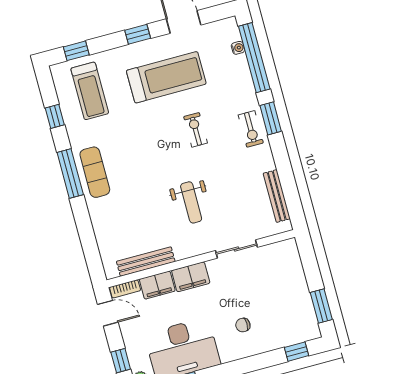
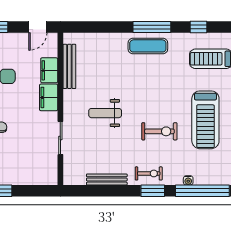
water cooler: (238, 48) -> (188, 180), moved
exercise bike: (251, 129) -> (149, 173), turned 180
exercise bike: (196, 130) -> (159, 131), width x1.38, depth x1.39
bench: (277, 196) -> (107, 179), moved
bookcase: (125, 289) -> (53, 45), removed

